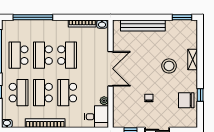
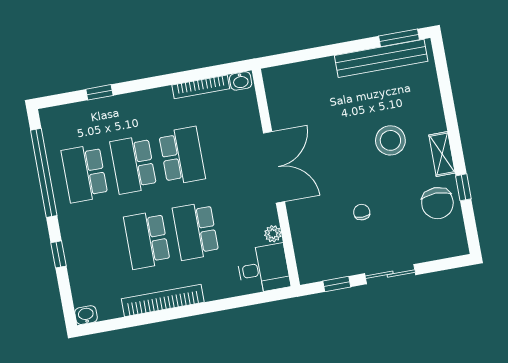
window: (33, 17) -> (99, 92), width x0.32
bench: (143, 26) -> (381, 58), moved
shelving: (193, 59) -> (442, 154), moved
school desk: (19, 93) -> (98, 249), removed
chair: (186, 100) -> (437, 203), turned -90

